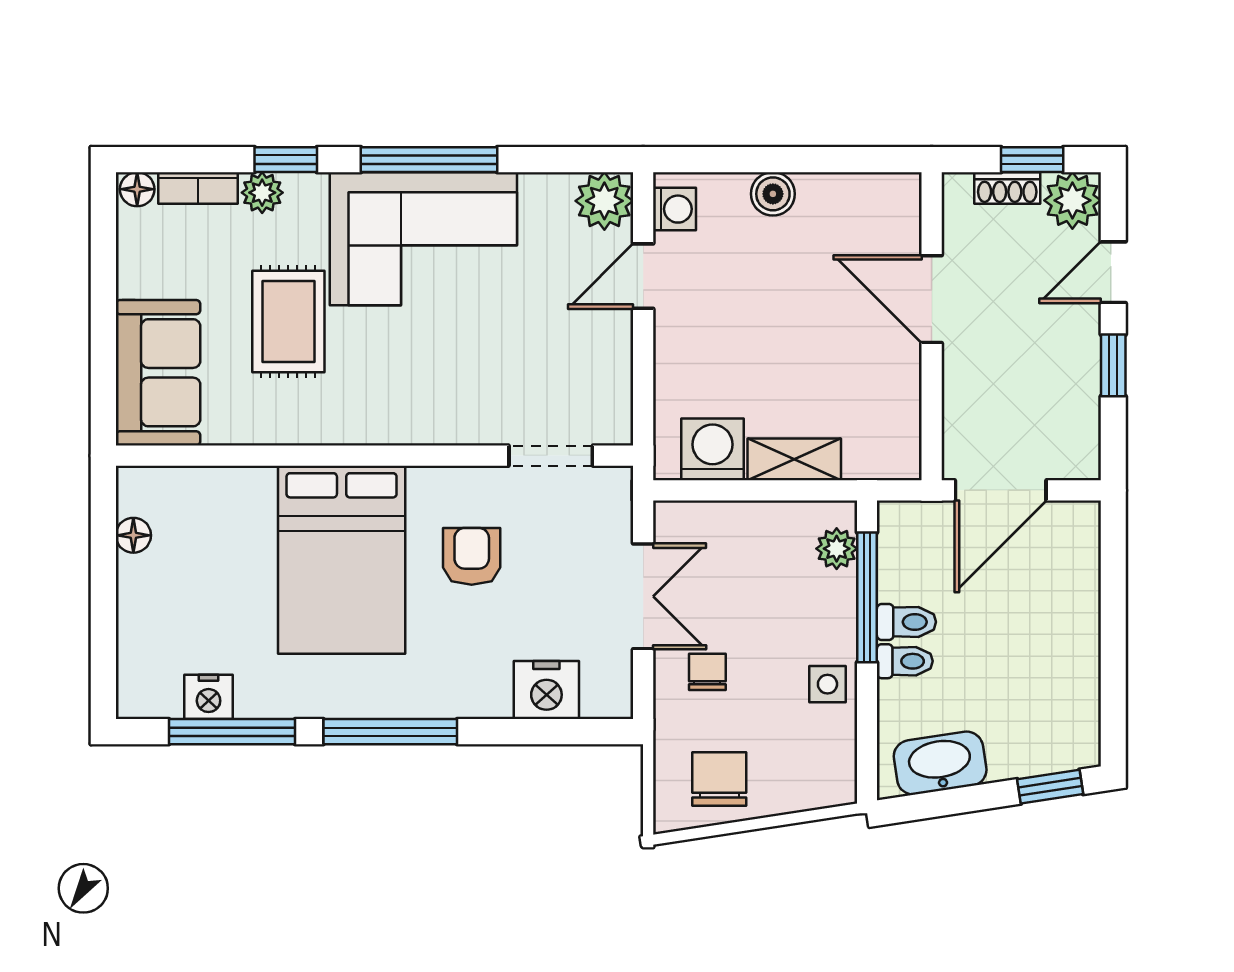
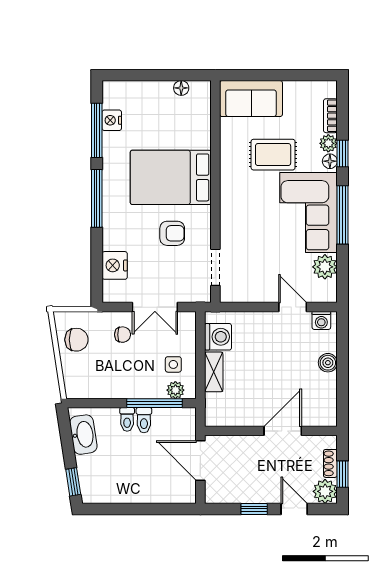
floor lamp: (137, 189) -> (330, 161), moved
plant: (604, 201) -> (325, 267), moved
side table: (827, 684) -> (173, 364), moved

